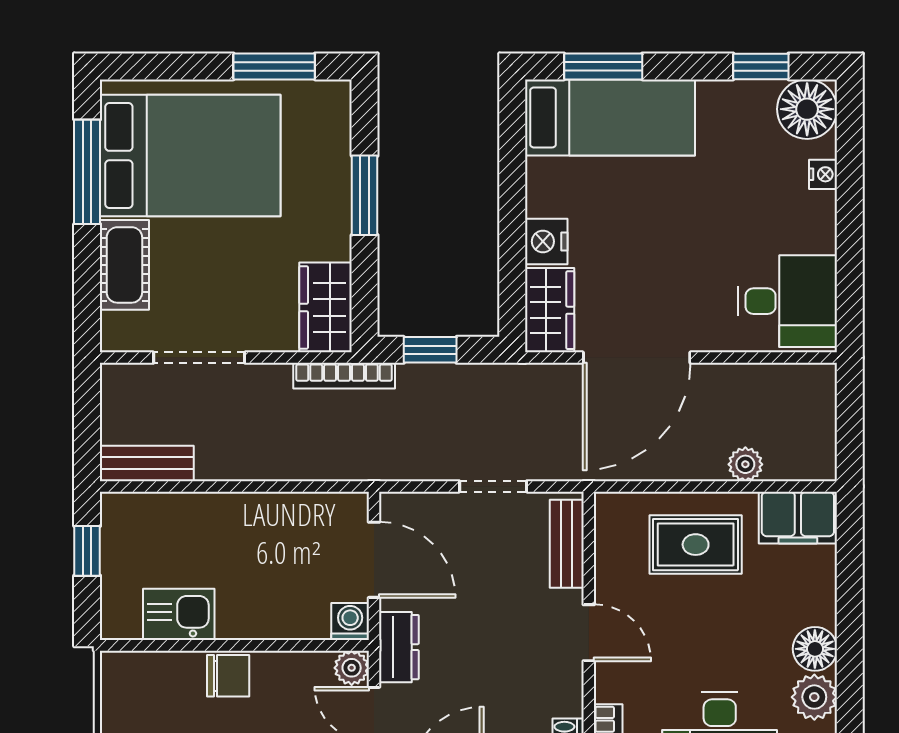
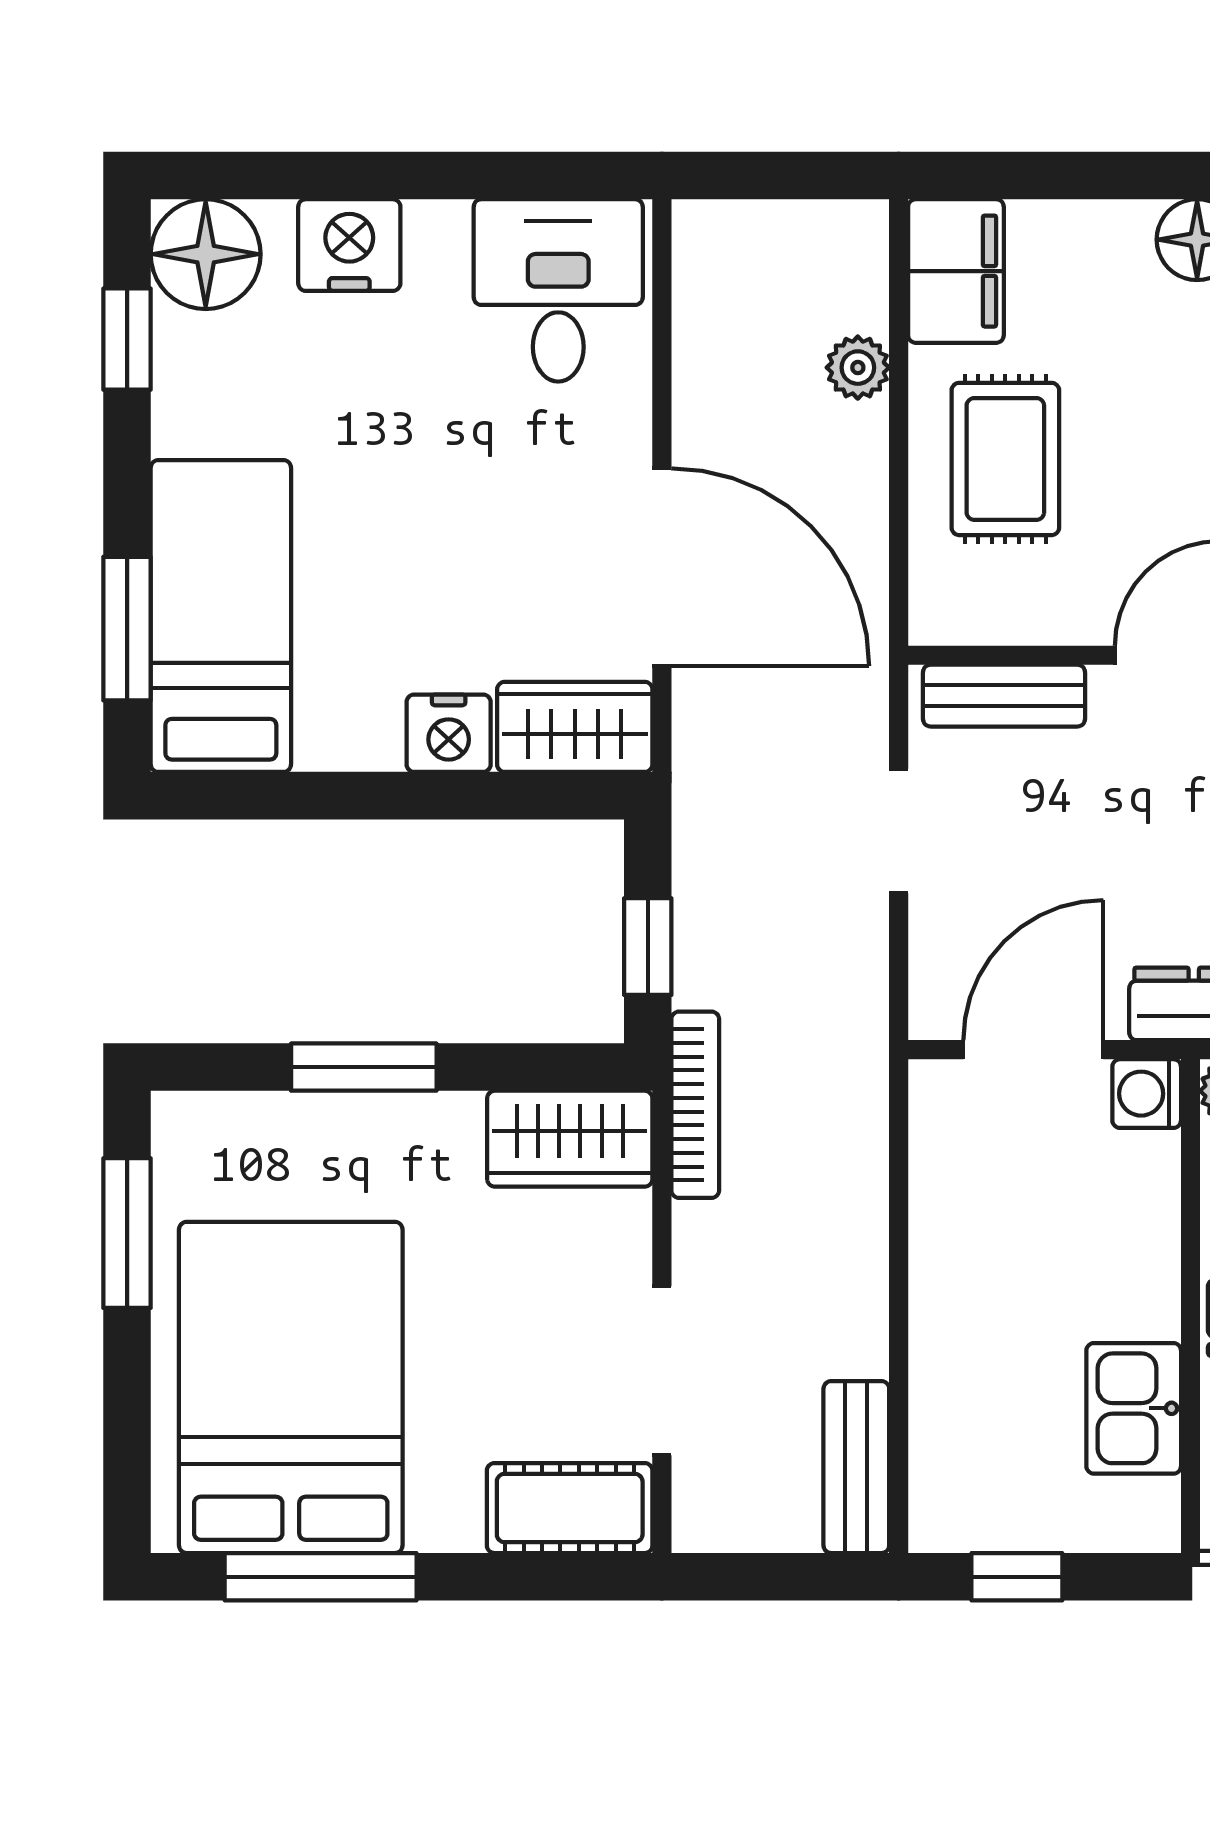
nightstand: (823, 174) -> (349, 245), width x1.89, depth x1.79
cot: (124, 265) -> (570, 1508), moved

